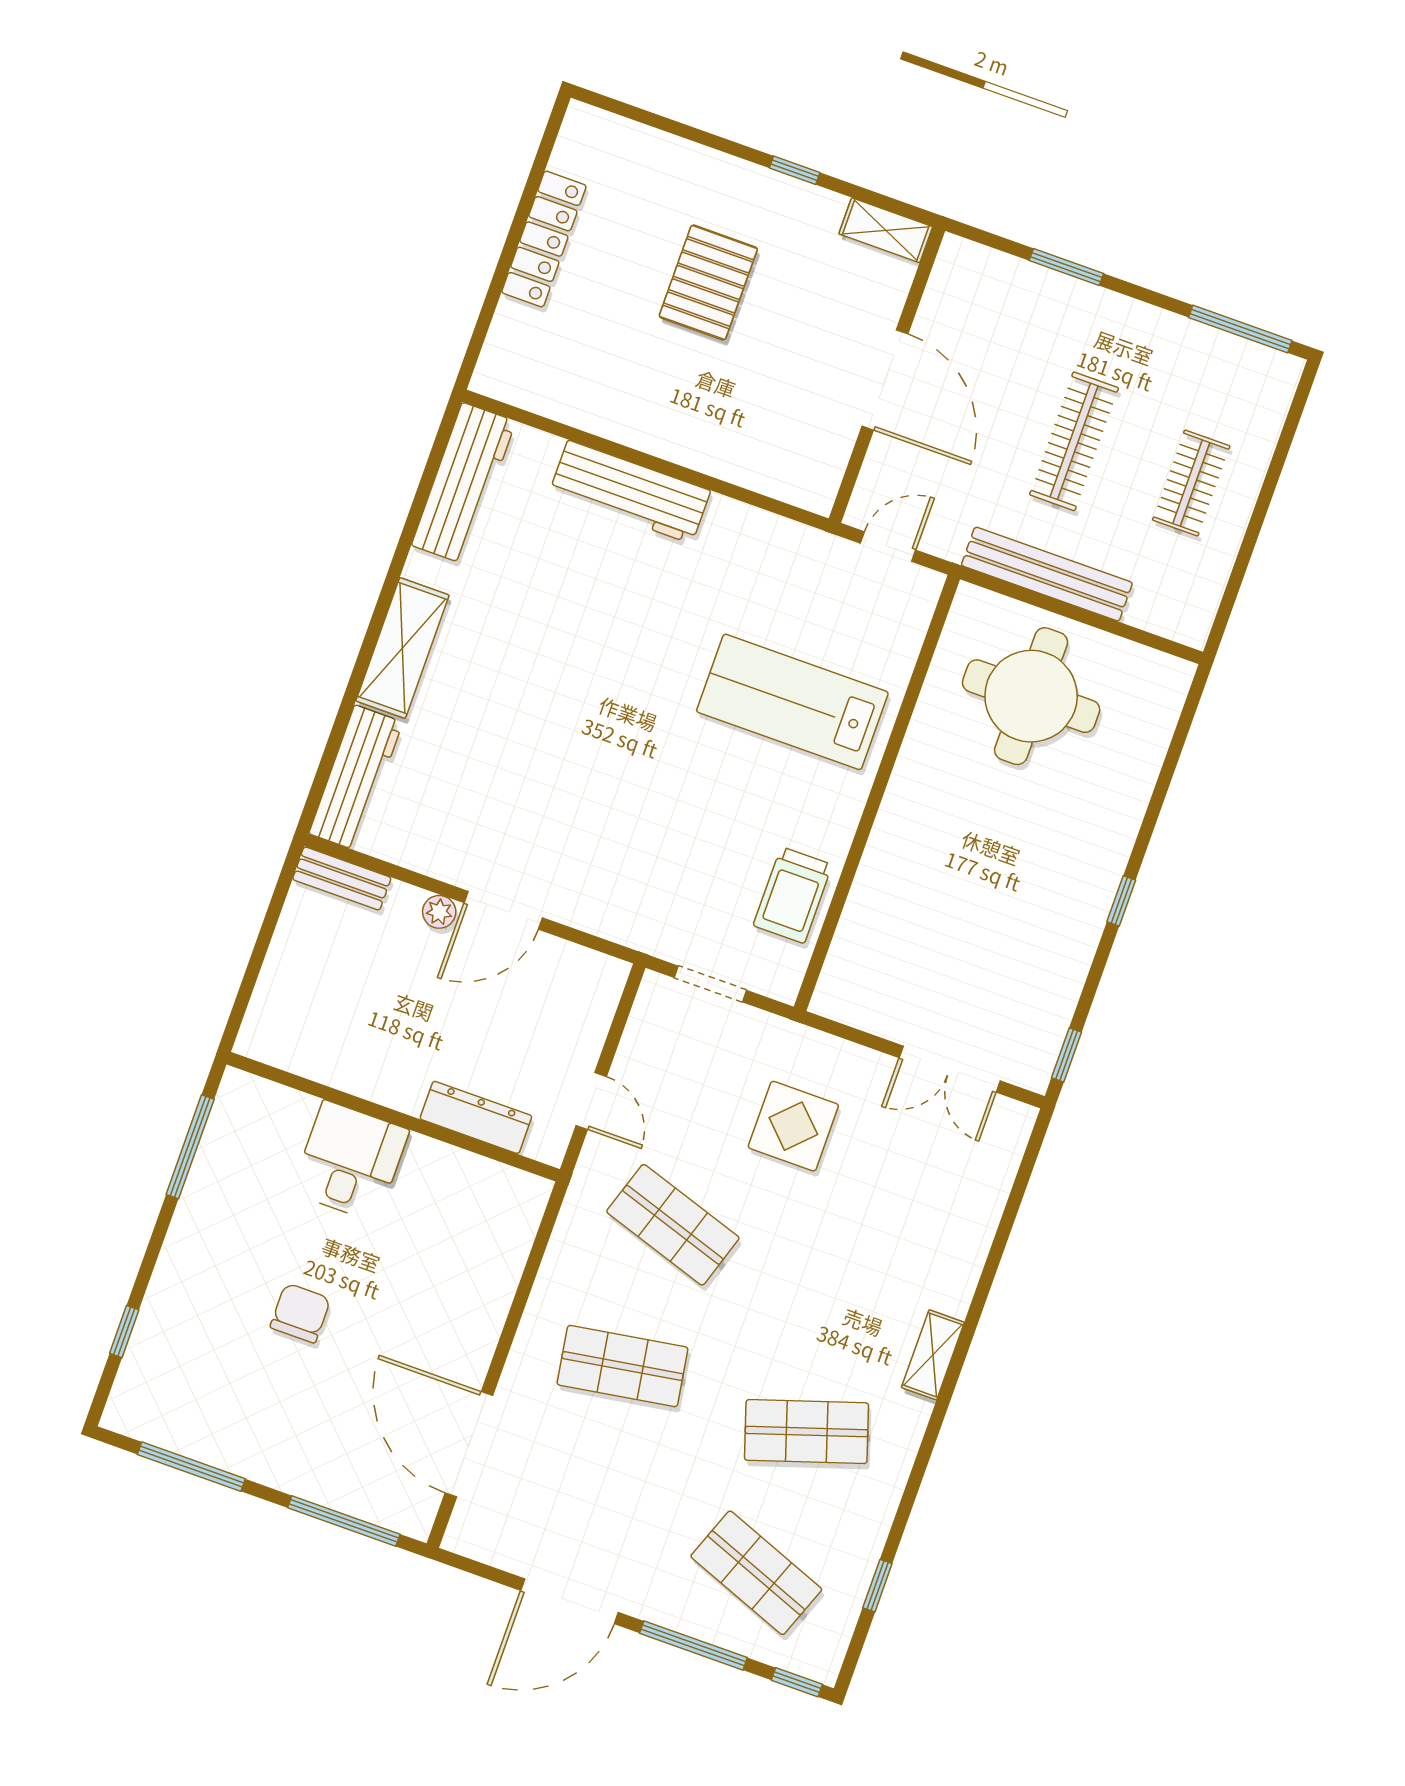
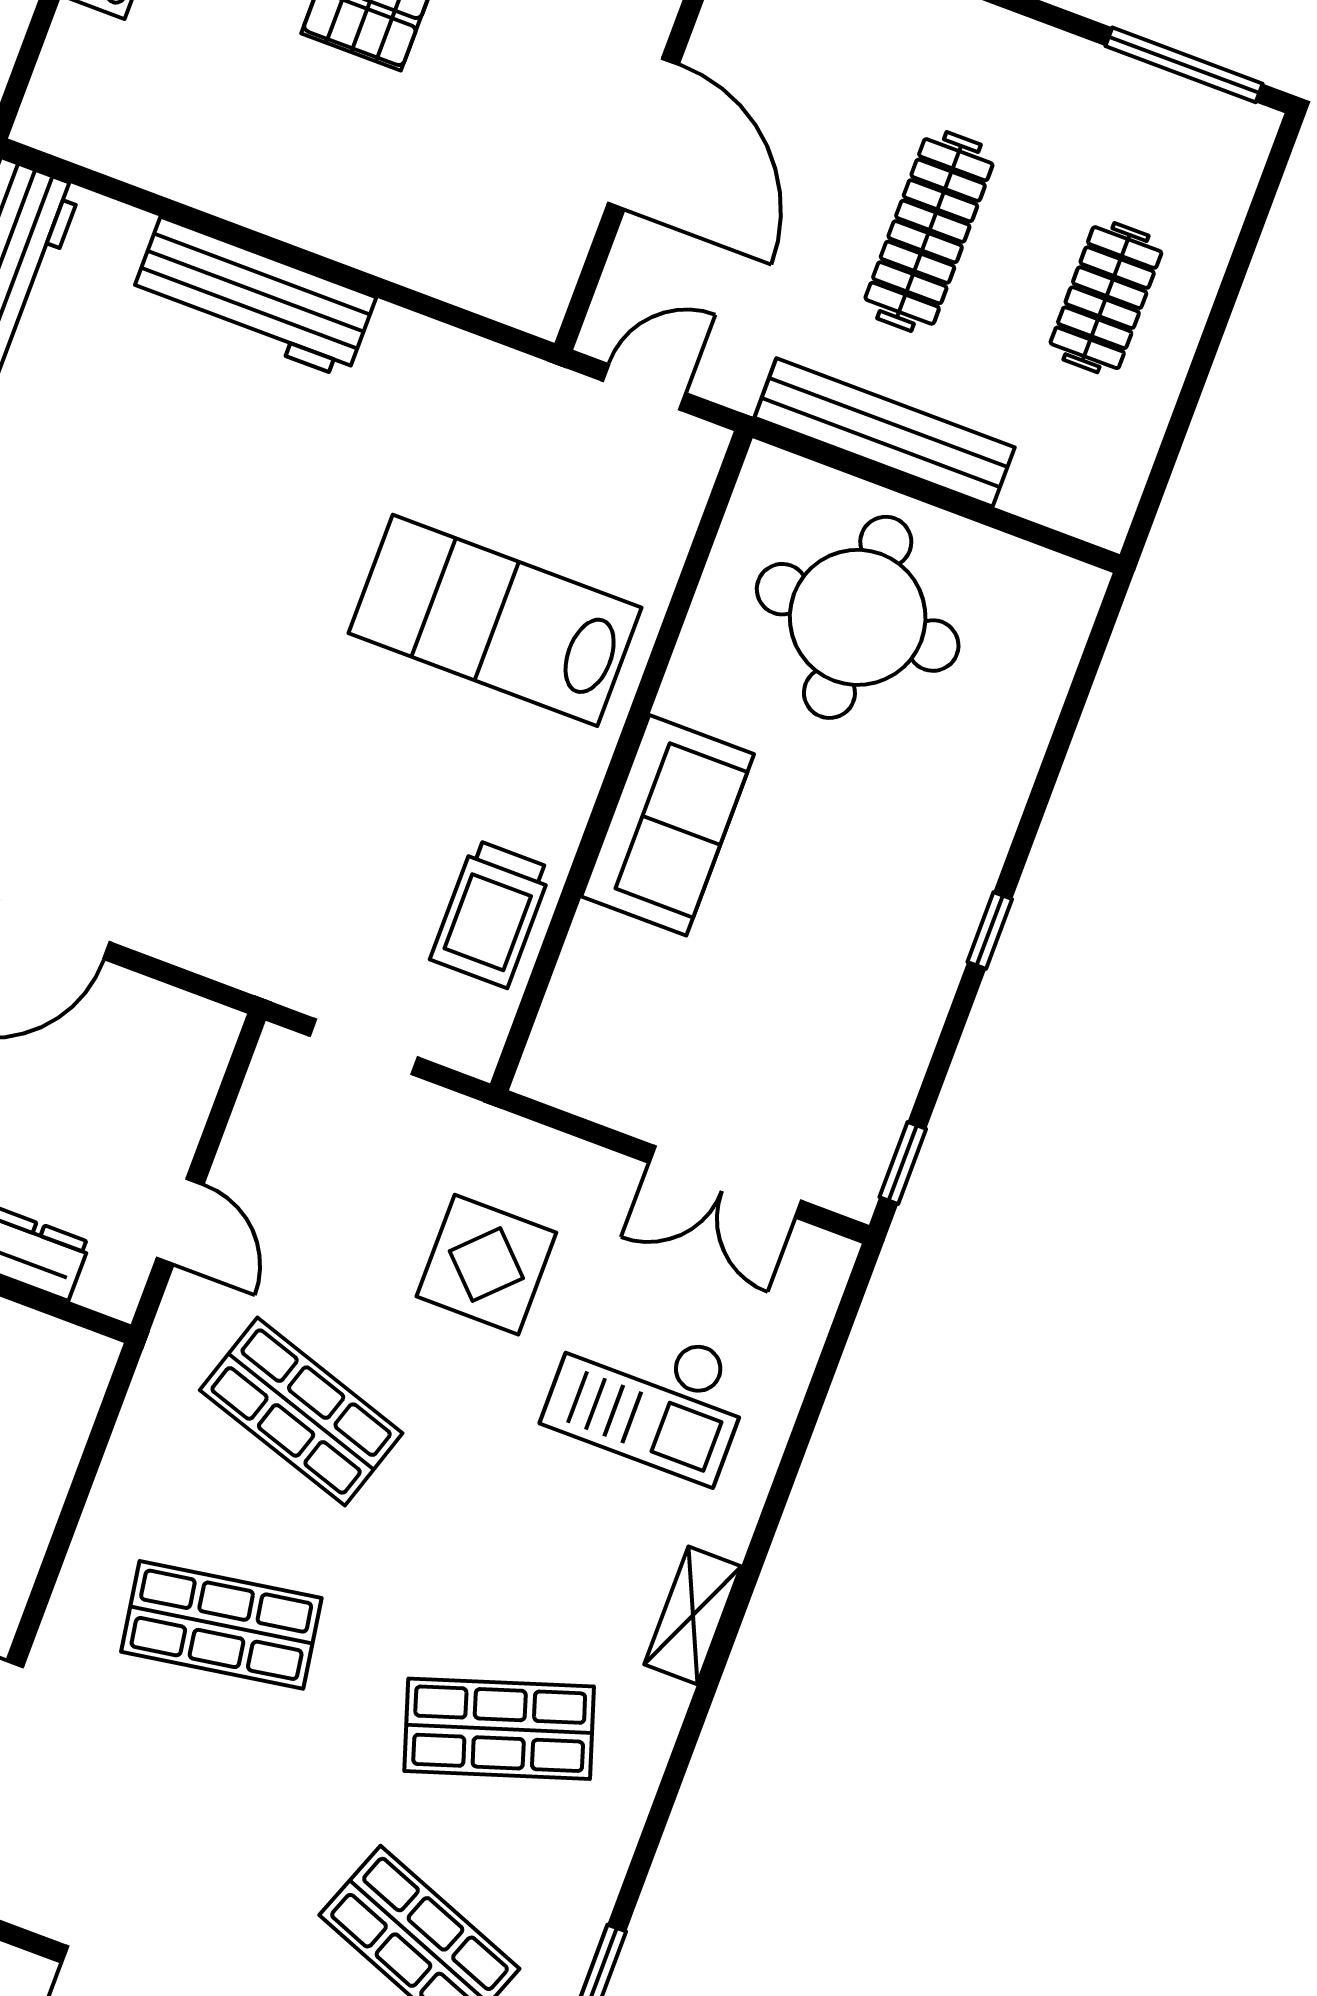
sofa: (908, 835) -> (668, 825), added
checkout: (902, 1210) -> (649, 1395), added

